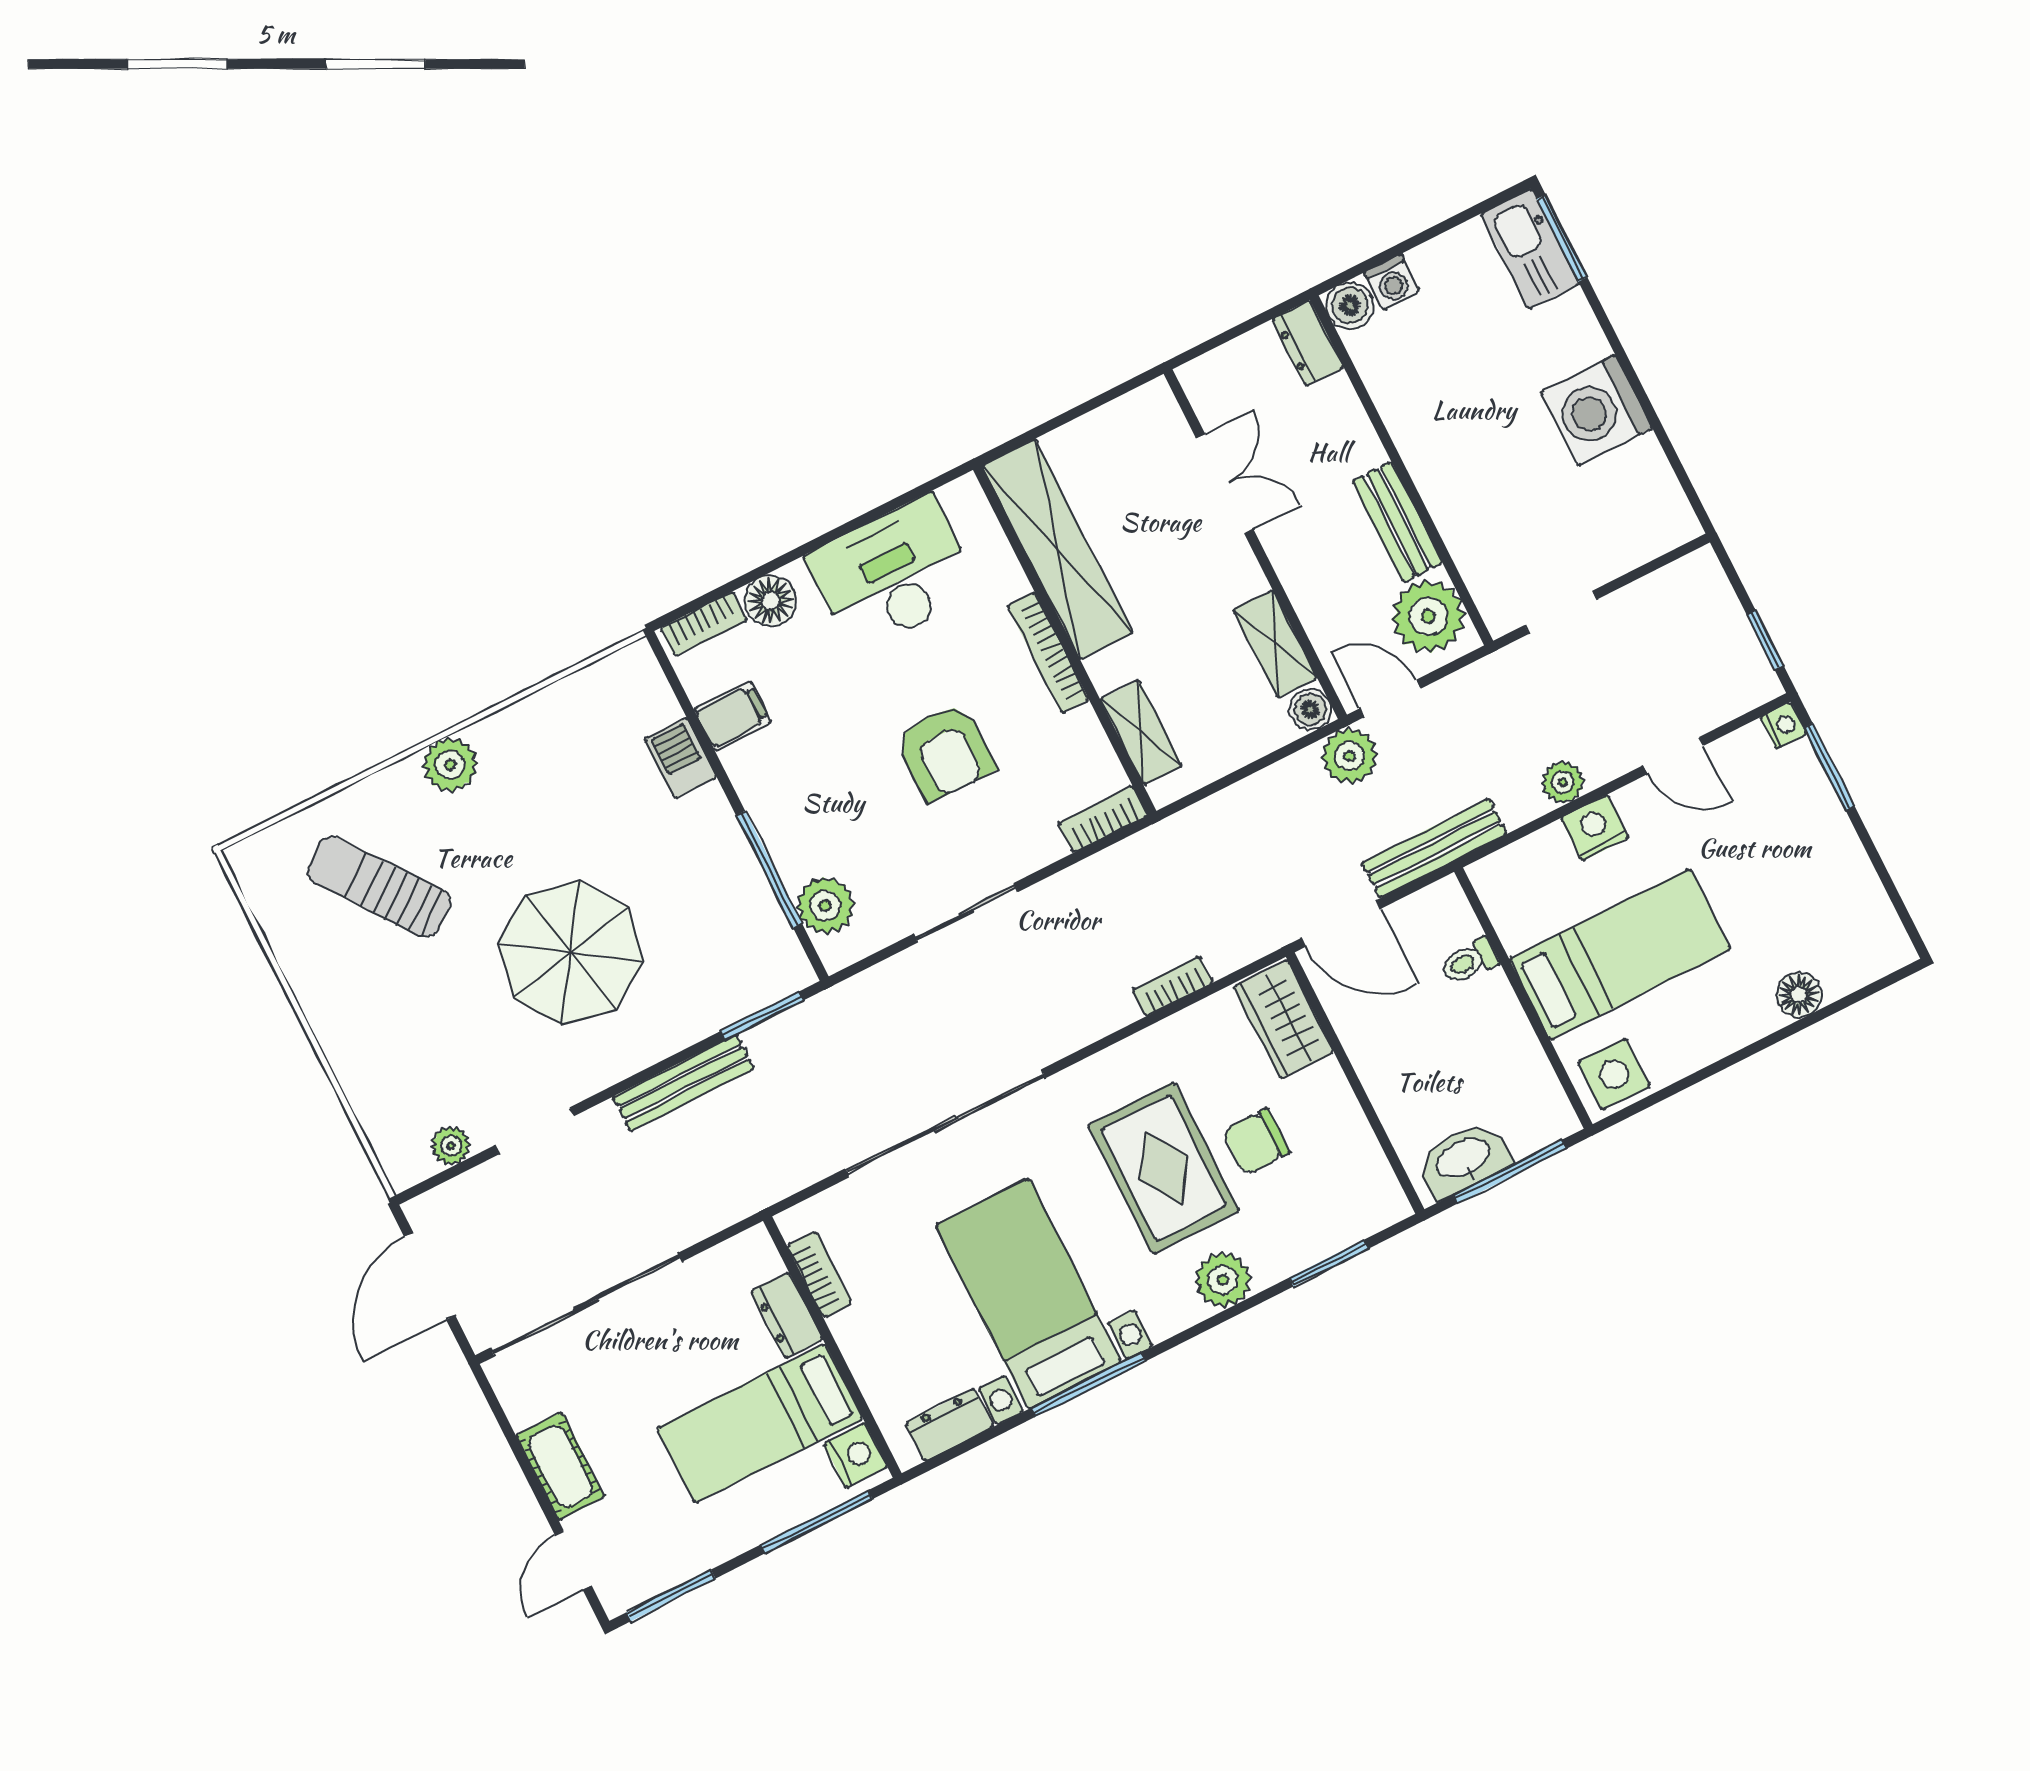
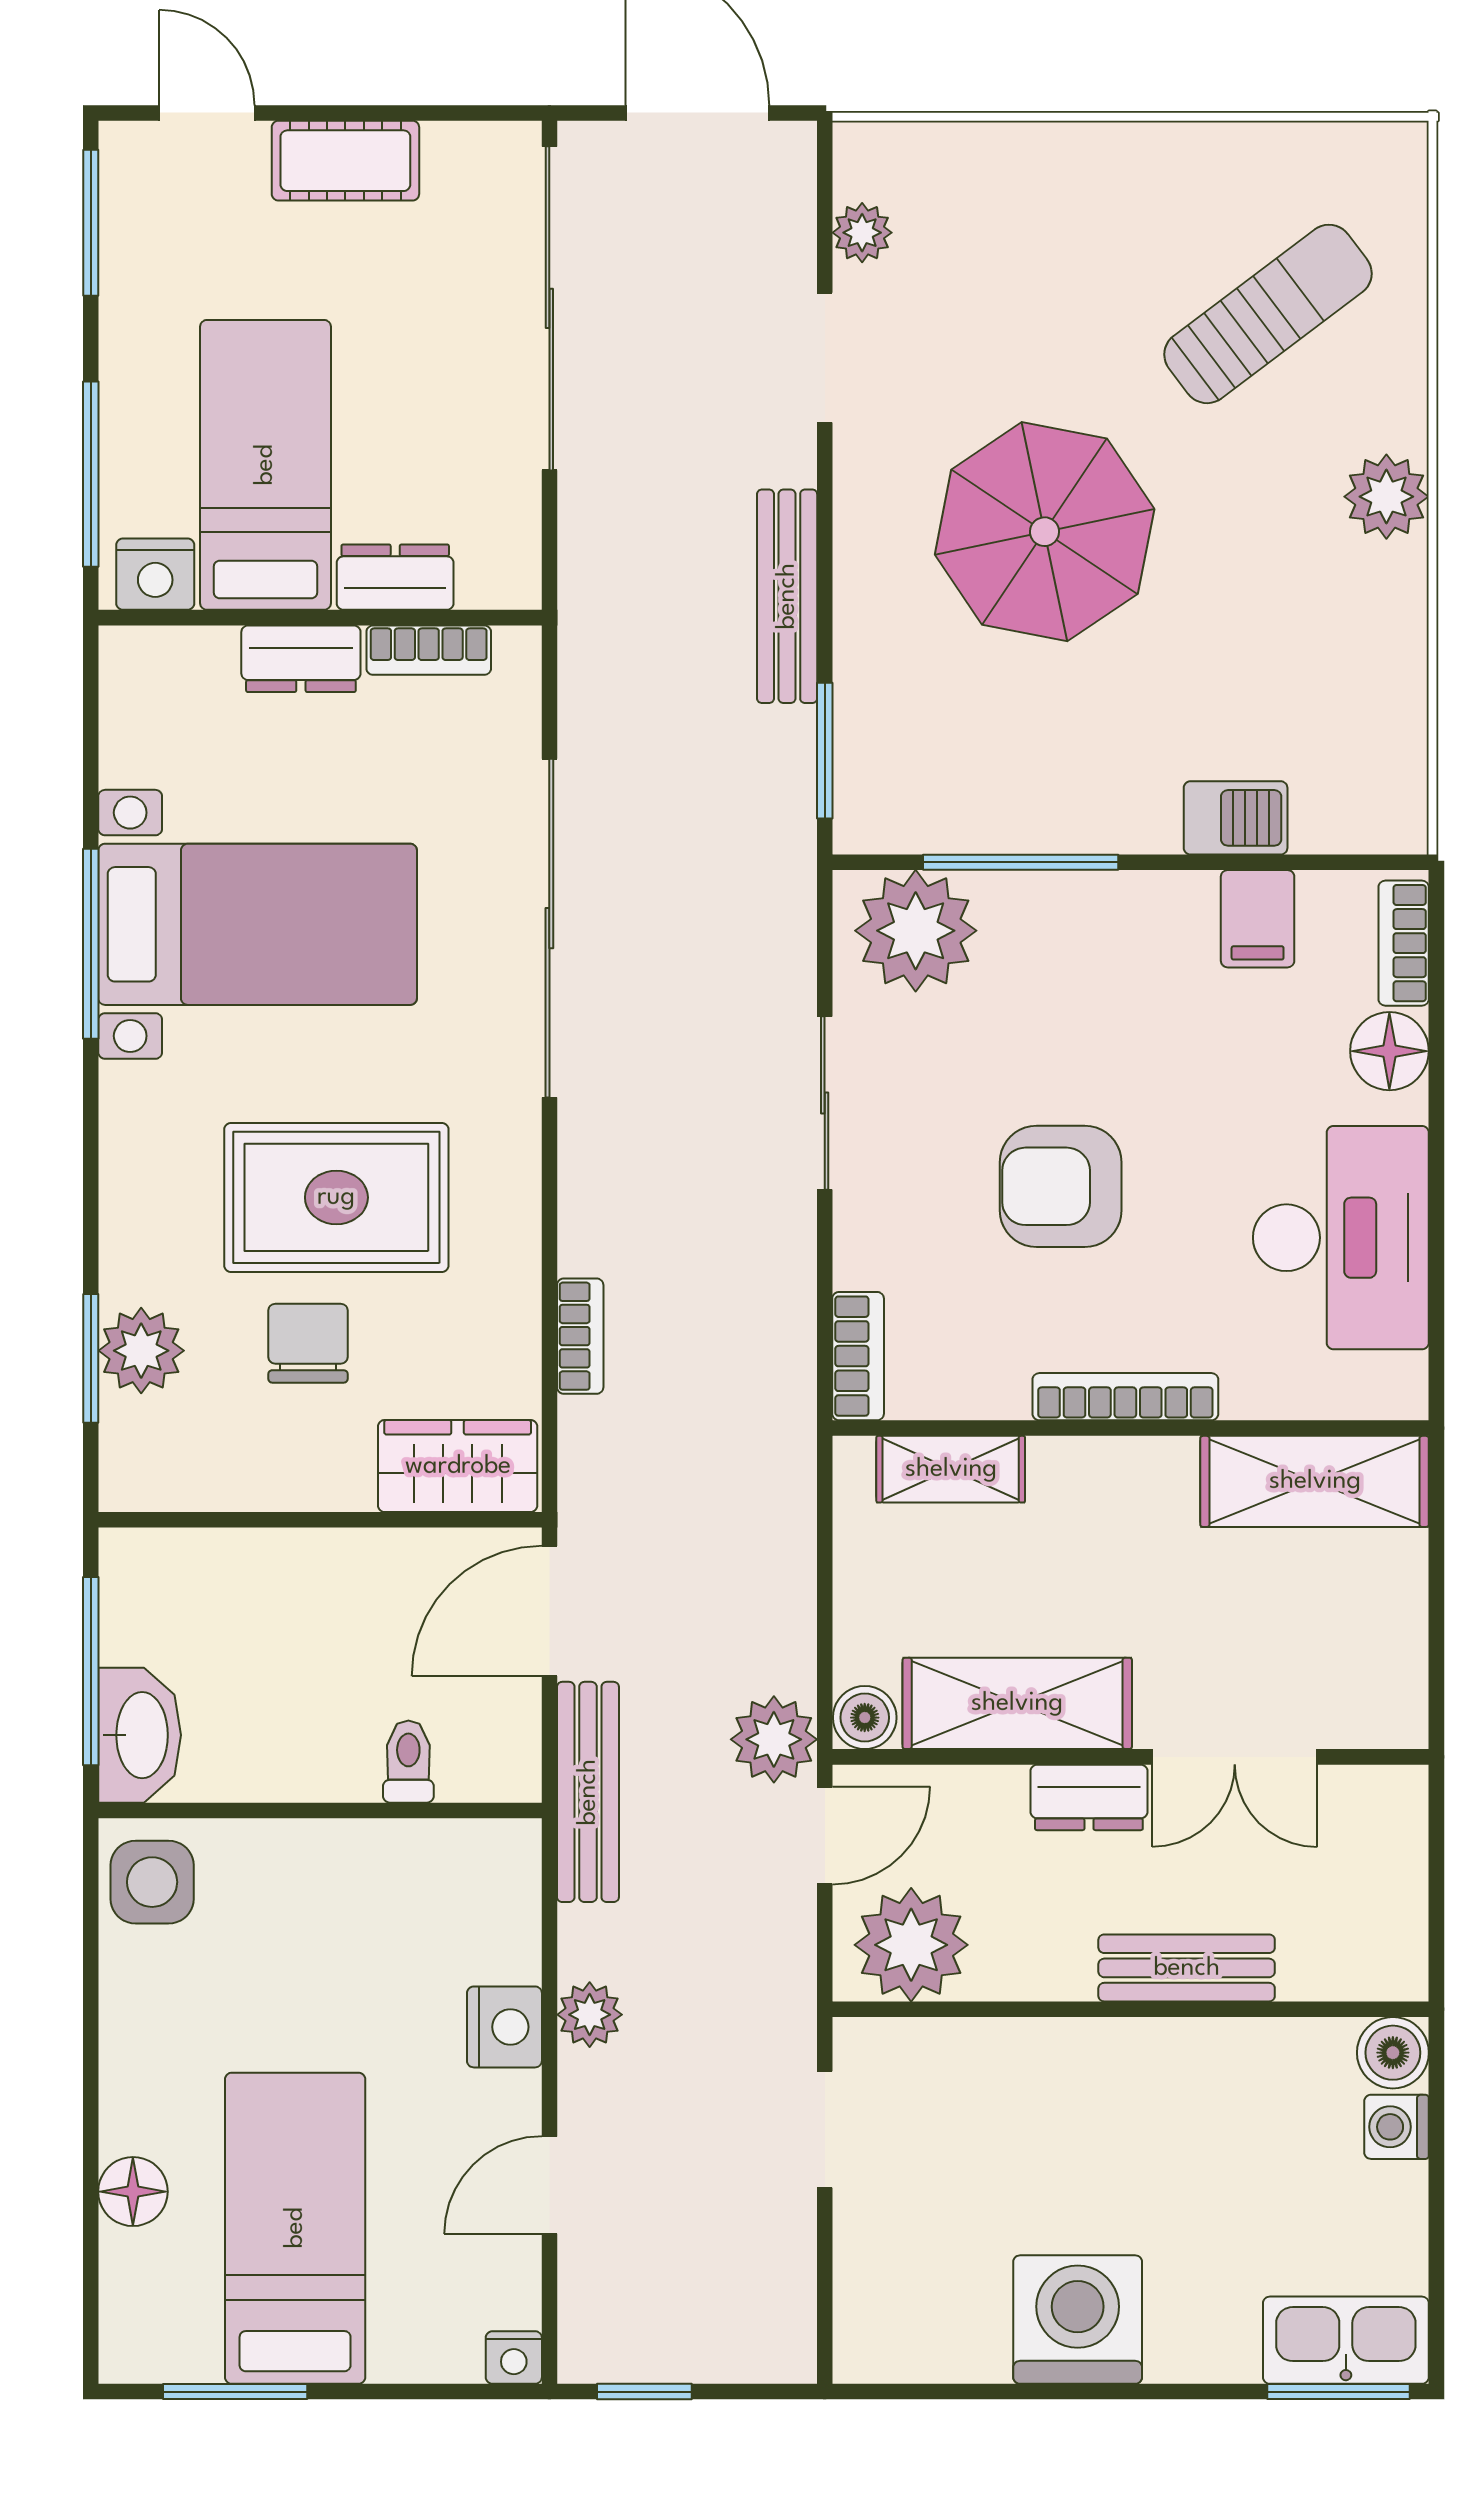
dresser: (1308, 343) -> (1089, 1797), moved, turned 180
bench: (1397, 522) -> (1187, 1968), moved
shelving: (1057, 549) -> (1315, 1481), width x0.68
shelving: (1275, 644) -> (1017, 1703), width x1.50, depth x1.33
window: (1829, 767) -> (235, 2392), moved
plant: (825, 906) -> (916, 931), width x1.36, depth x1.36
bed: (1620, 954) -> (295, 2228), moved, turned 180
washbasin: (1464, 1159) -> (140, 1735), moved
plant: (1223, 1280) -> (141, 1351), moved
dresser: (949, 1425) -> (301, 659), moved, turned 90

